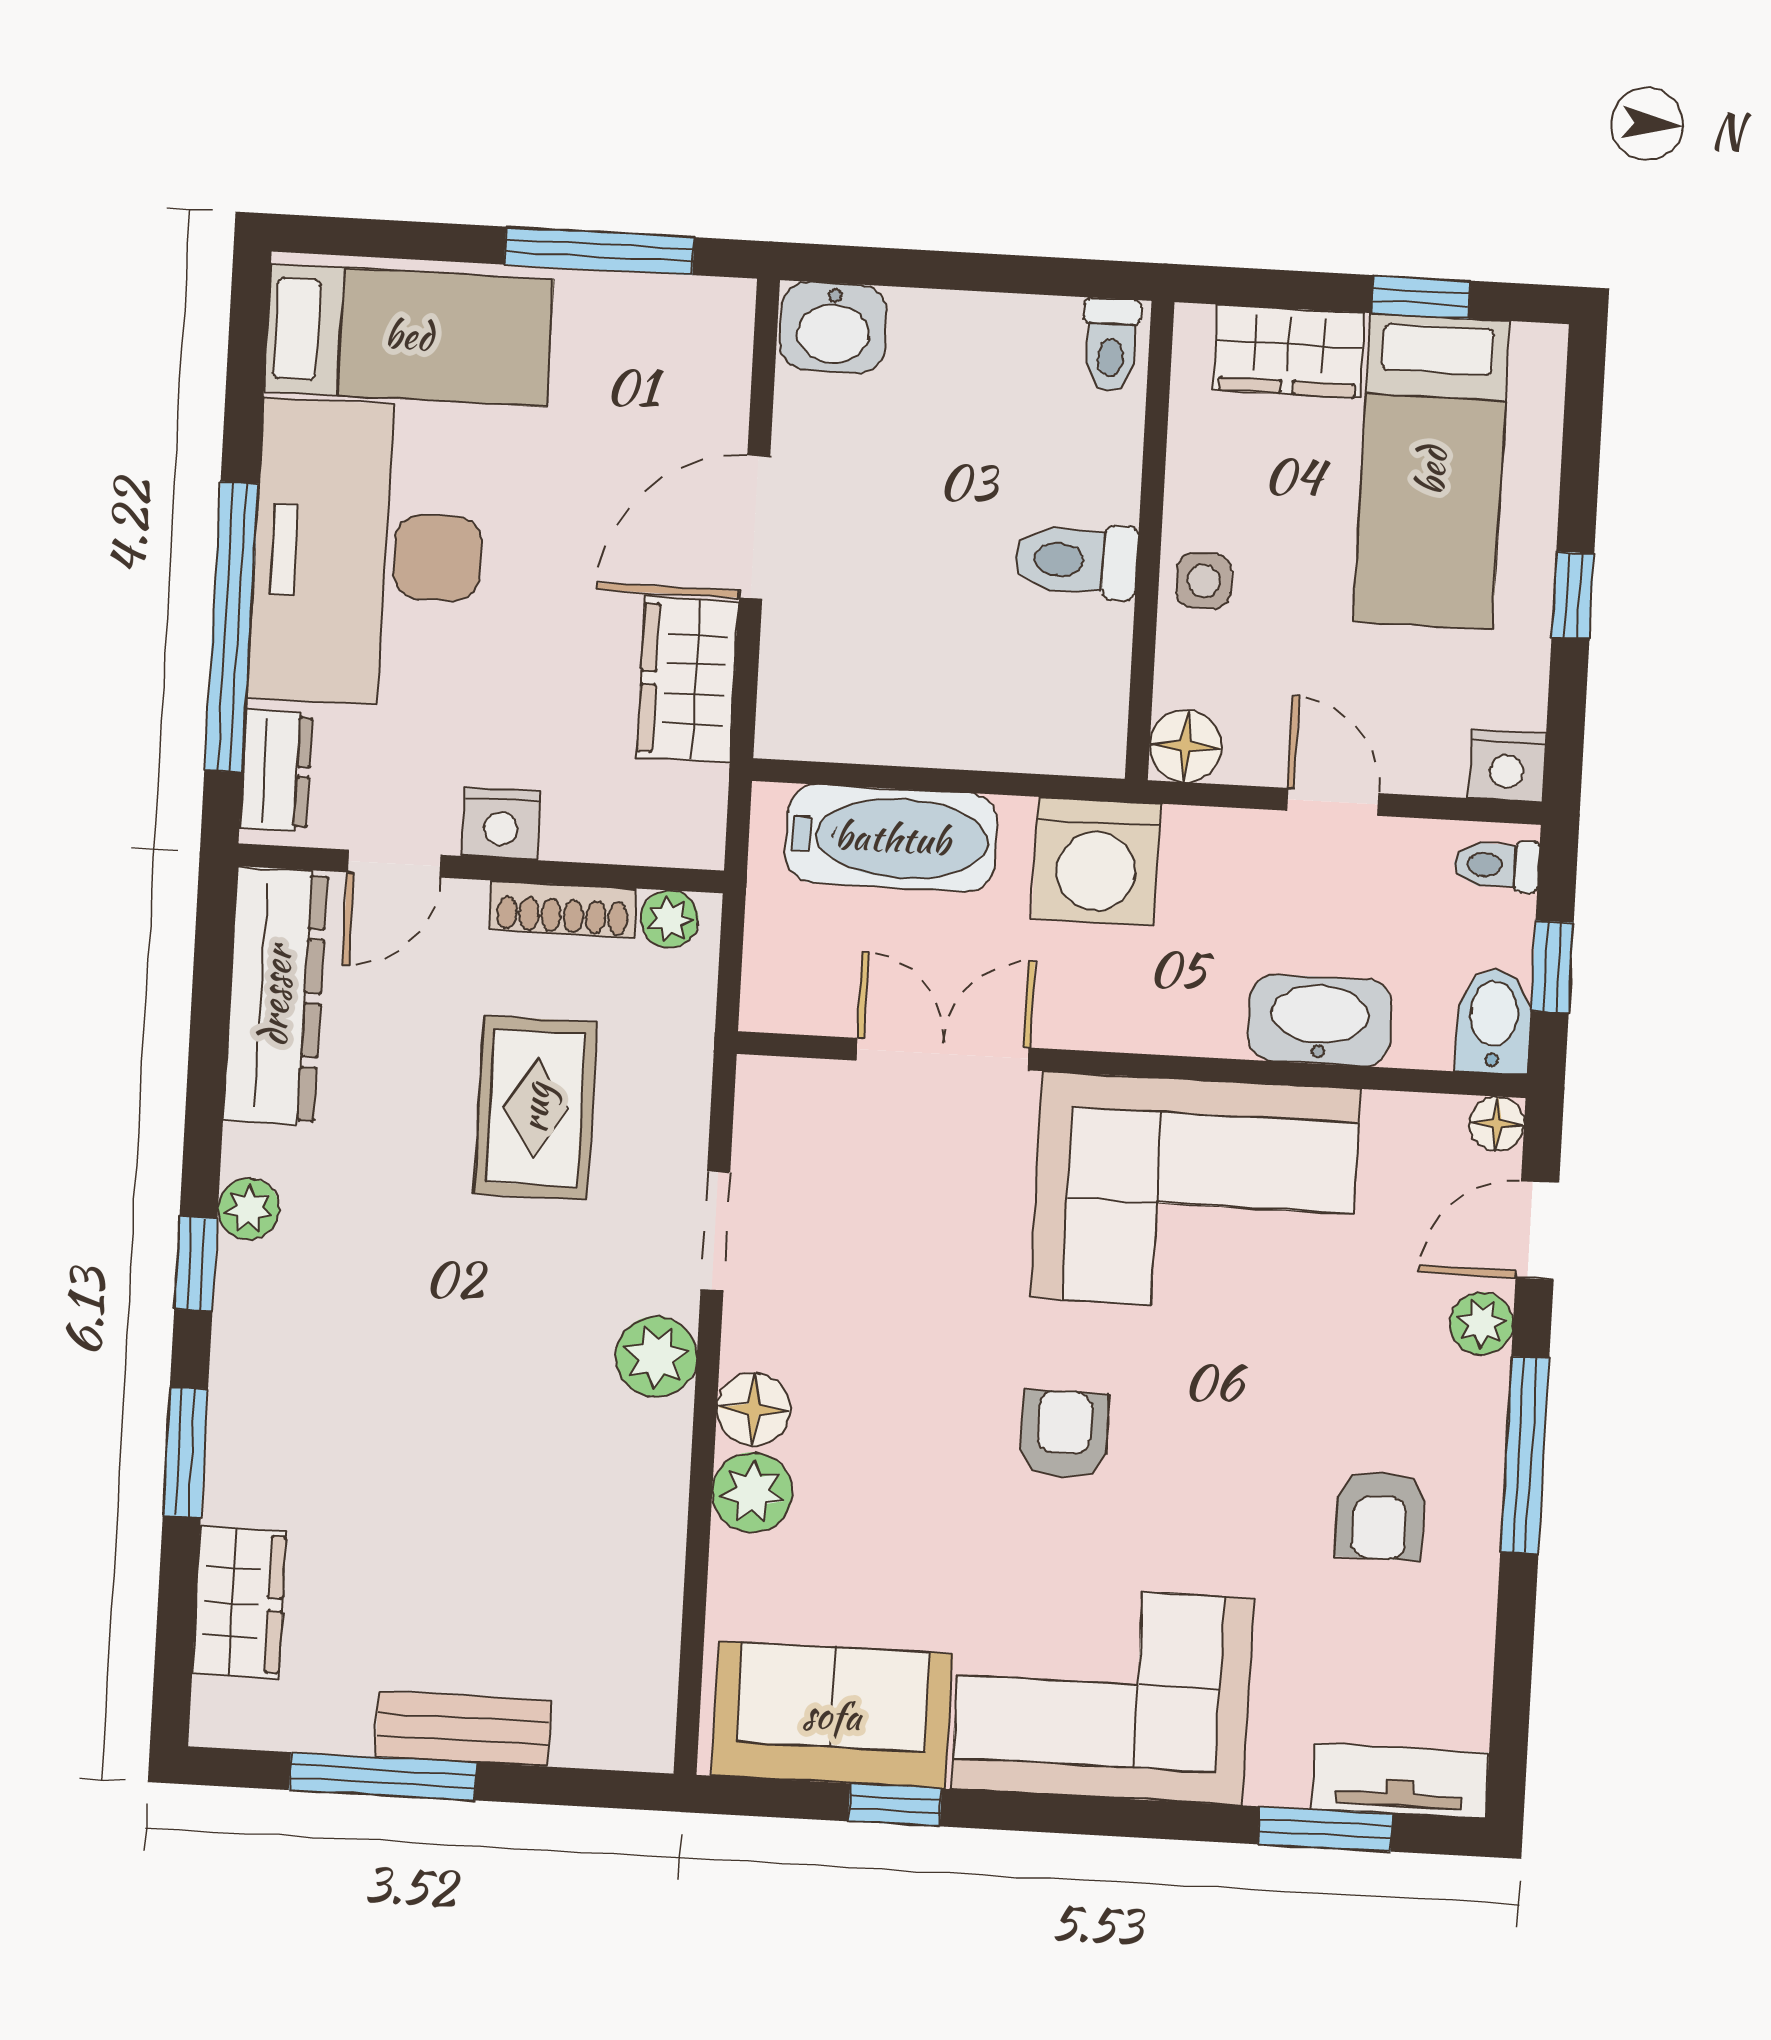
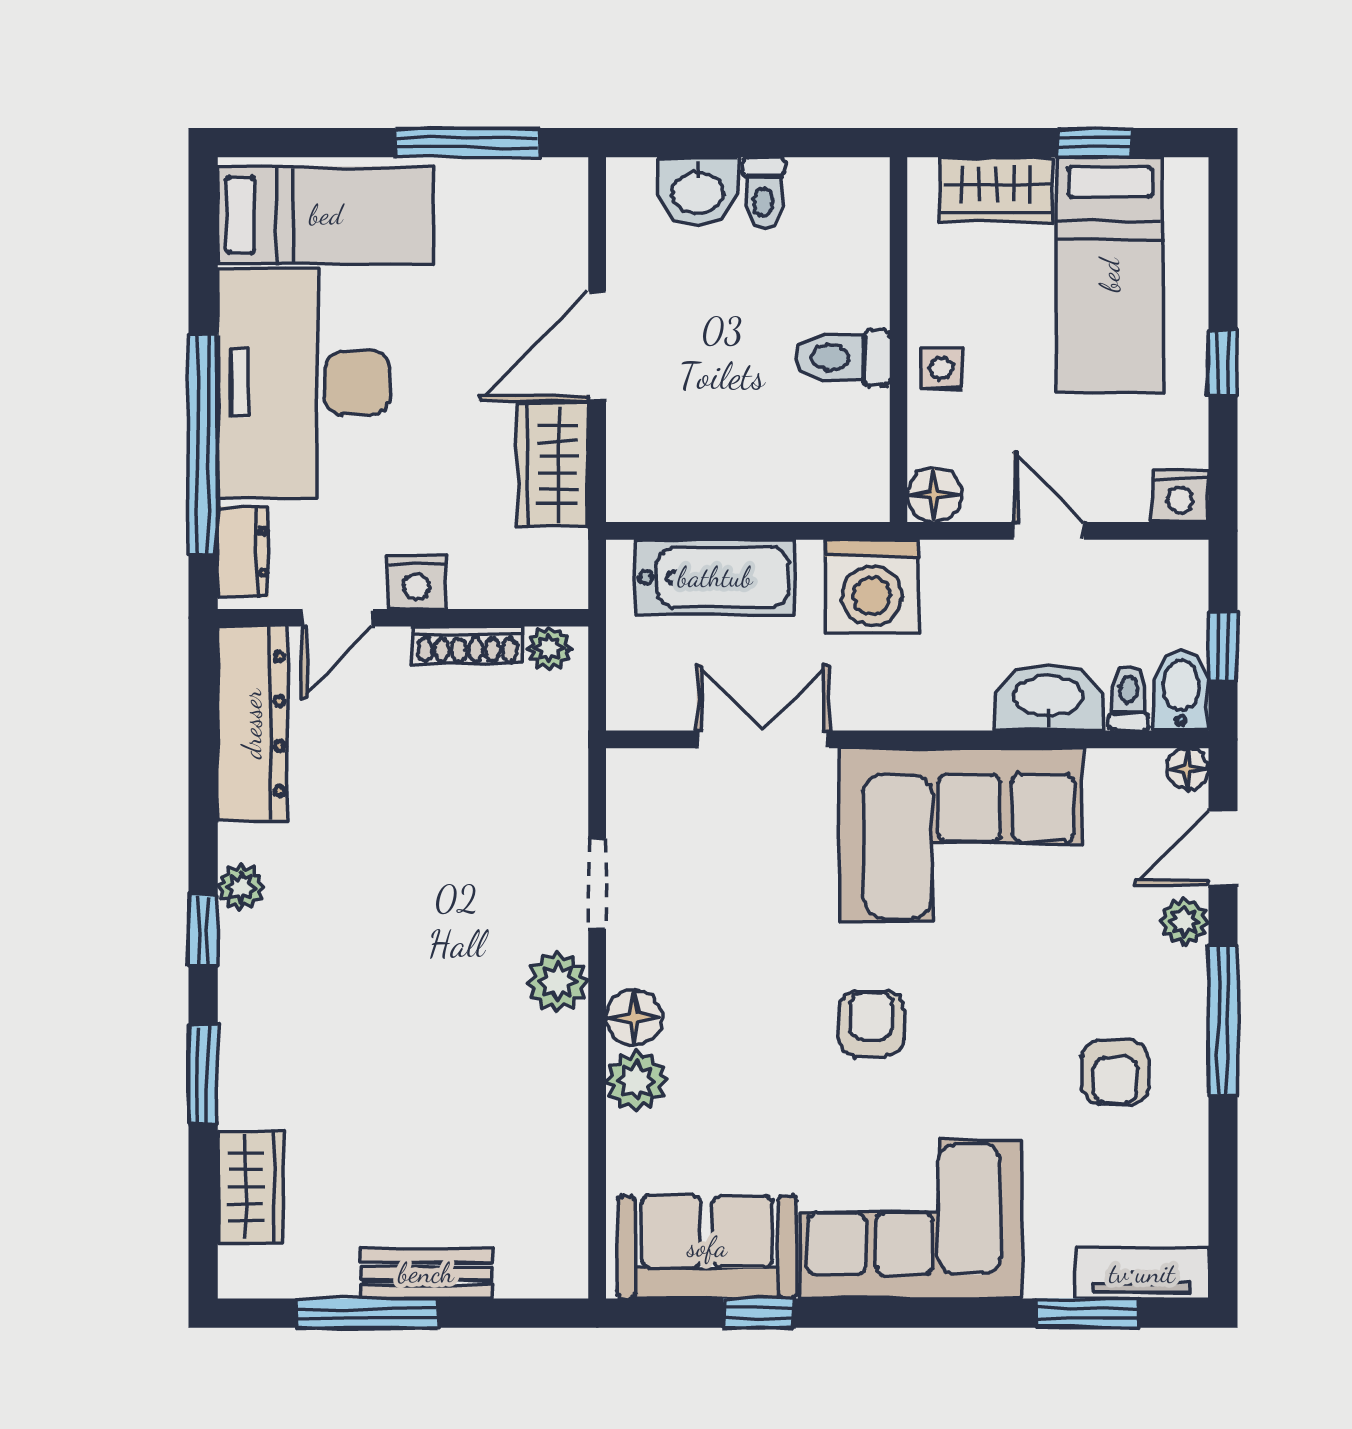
washbasin: (833, 327) -> (698, 191), moved
toilet: (1111, 345) -> (764, 192), moved
toilet: (1496, 865) -> (1129, 698), moved, turned 90
rug: (535, 1108) -> (455, 798), removed

